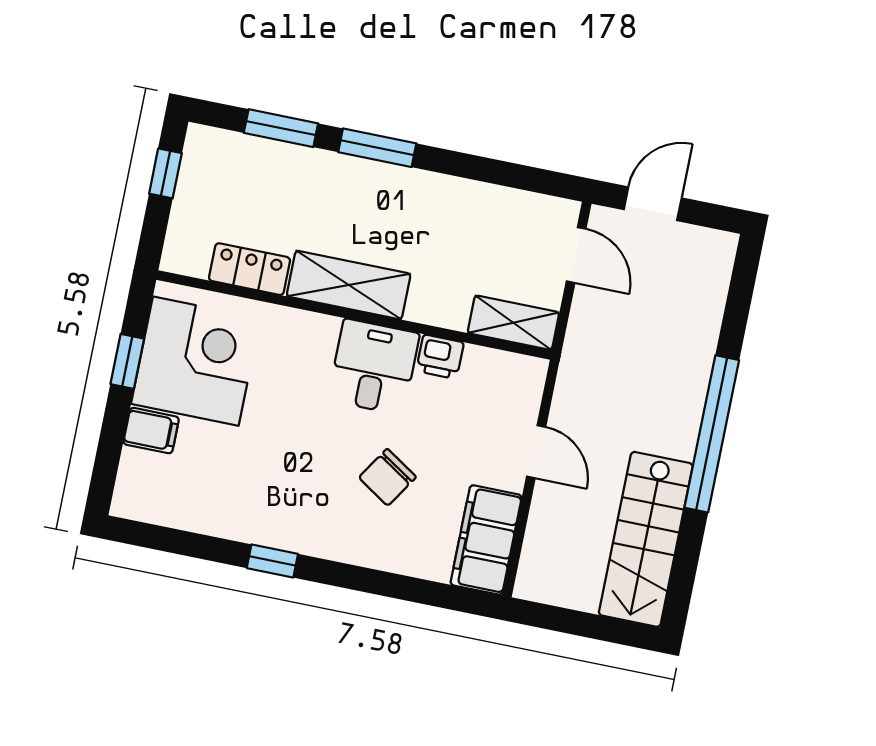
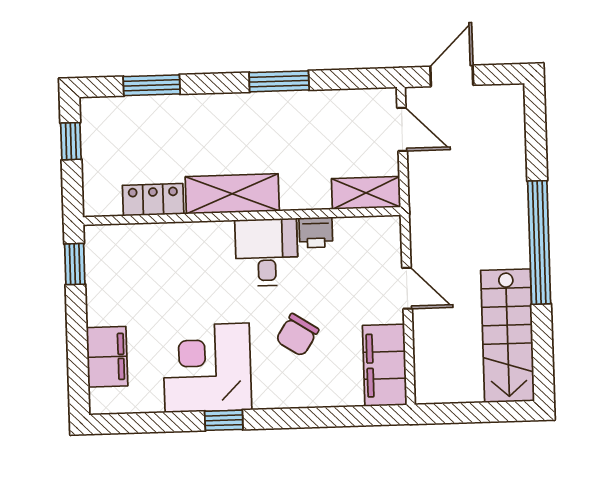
window: (377, 148) -> (279, 81), moved
window: (127, 361) -> (75, 264), moved
corner desk: (196, 361) -> (207, 368), moved, turned -90
filing cabinet: (151, 431) -> (107, 357), width x2.00

